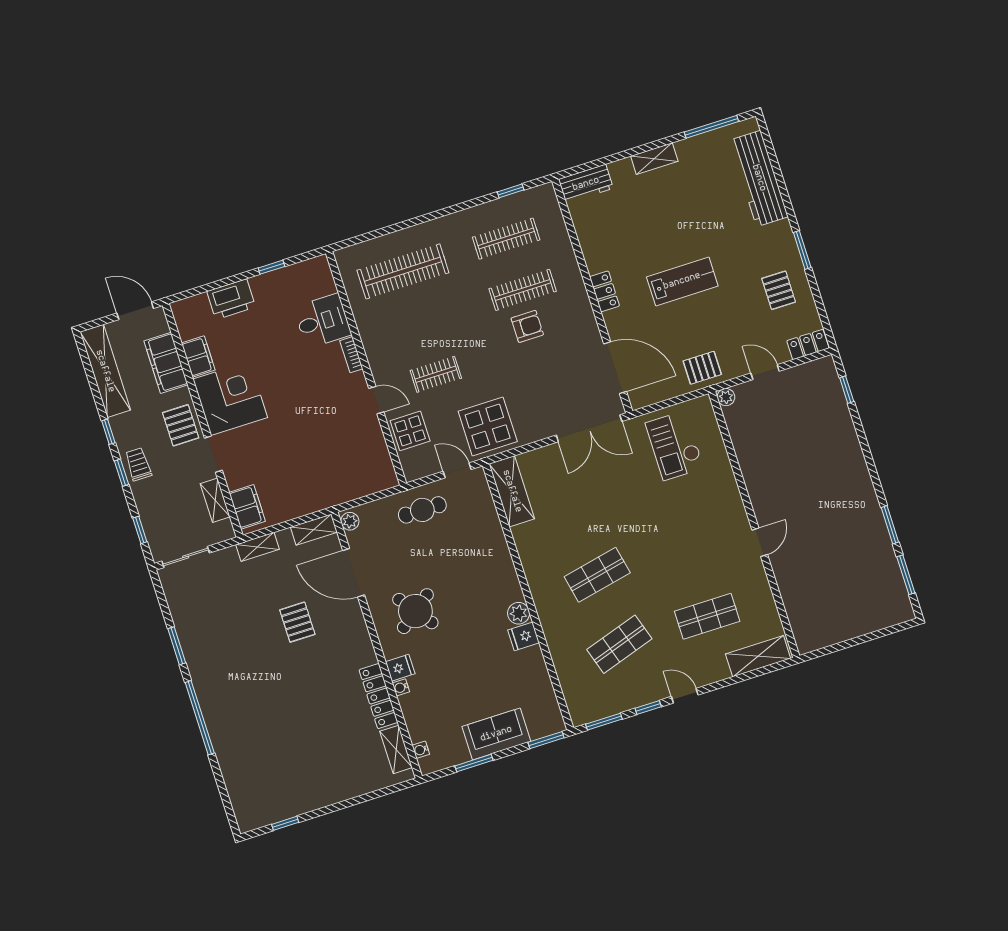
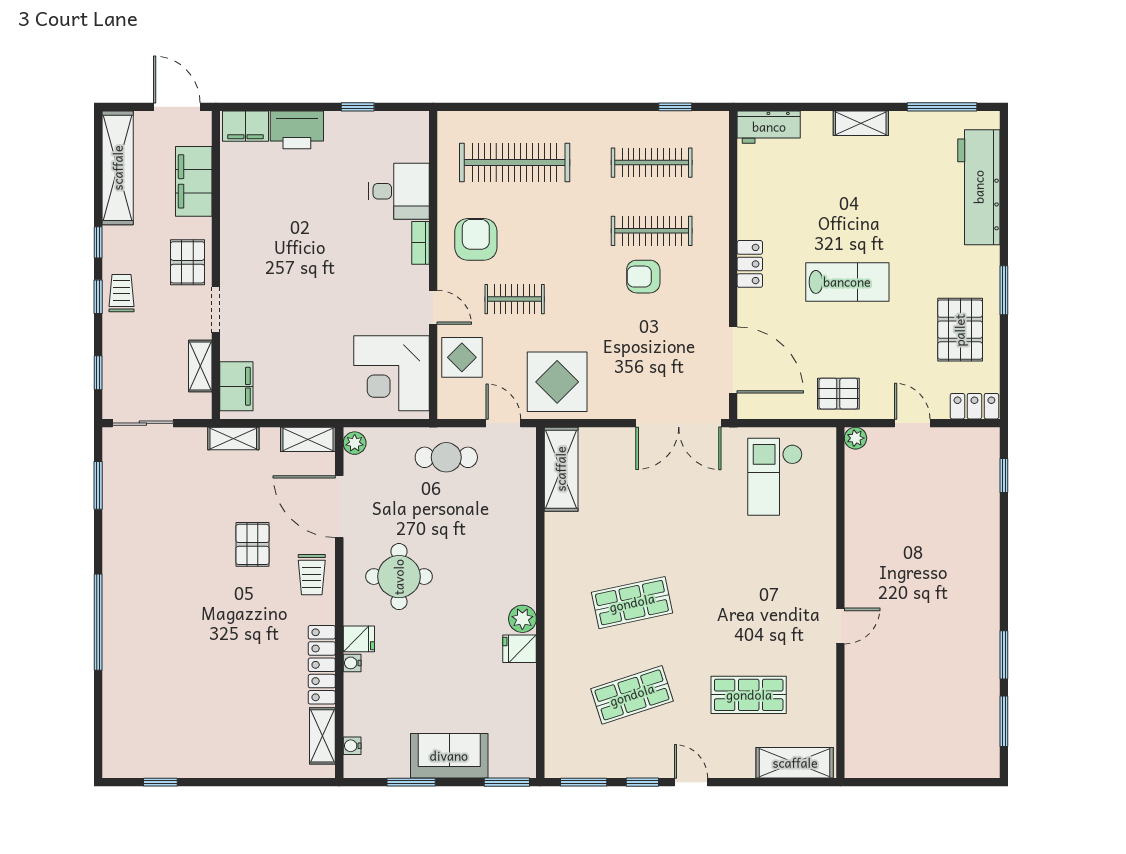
pallet: (779, 290) -> (960, 330), width x1.50, depth x1.42
armchair: (527, 326) -> (643, 277), turned 180
armchair: (392, 339) -> (476, 239), added
filing cabinet: (198, 357) -> (245, 126), moved, turned 90
corner desk: (230, 398) -> (391, 373), moved, turned 180
round table: (415, 611) -> (399, 577), turned 37
trolley: (349, 631) -> (312, 575), added
window: (177, 646) -> (98, 485), moved

